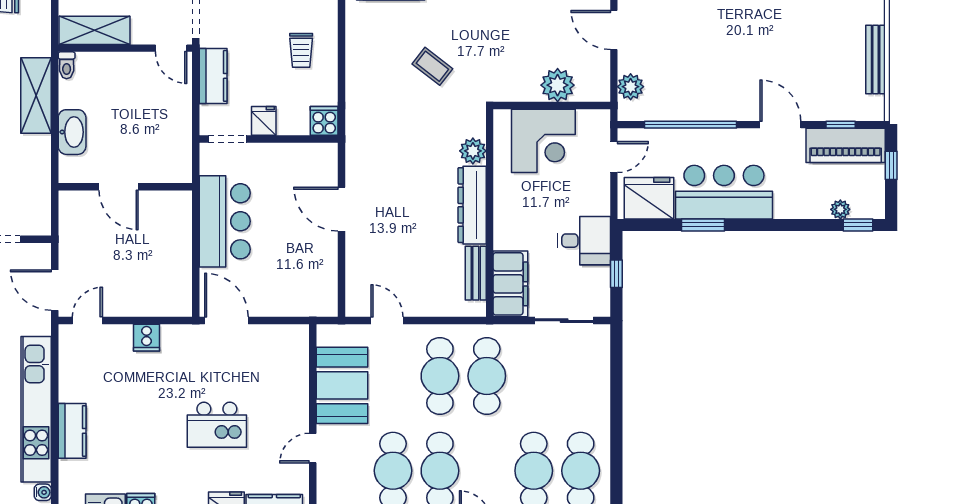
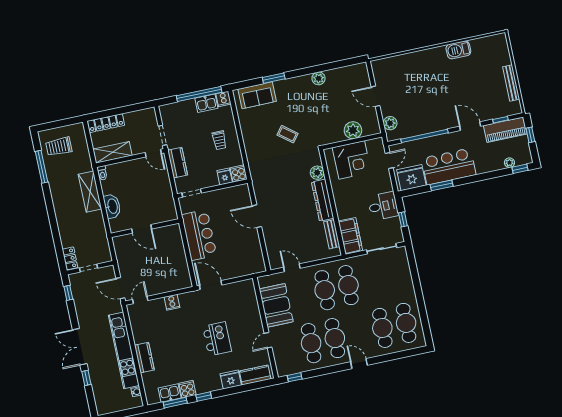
fridge: (264, 121) -> (225, 176), moved
kitchen island: (217, 425) -> (217, 339), turned -90

